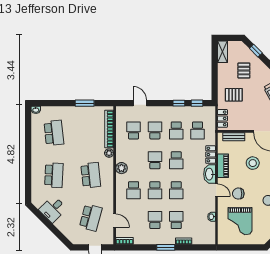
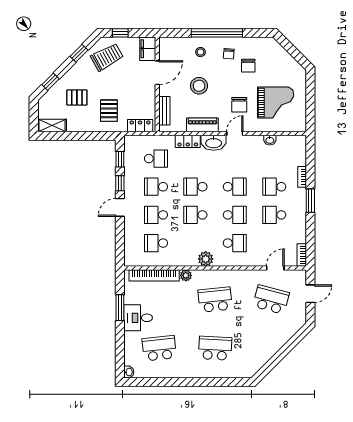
door: (140, 103) -> (120, 207), moved
school desk: (176, 130) -> (156, 187), turned 180
school desk: (176, 160) -> (195, 187), turned 180
desk: (53, 209) -> (138, 318), moved, turned 135

